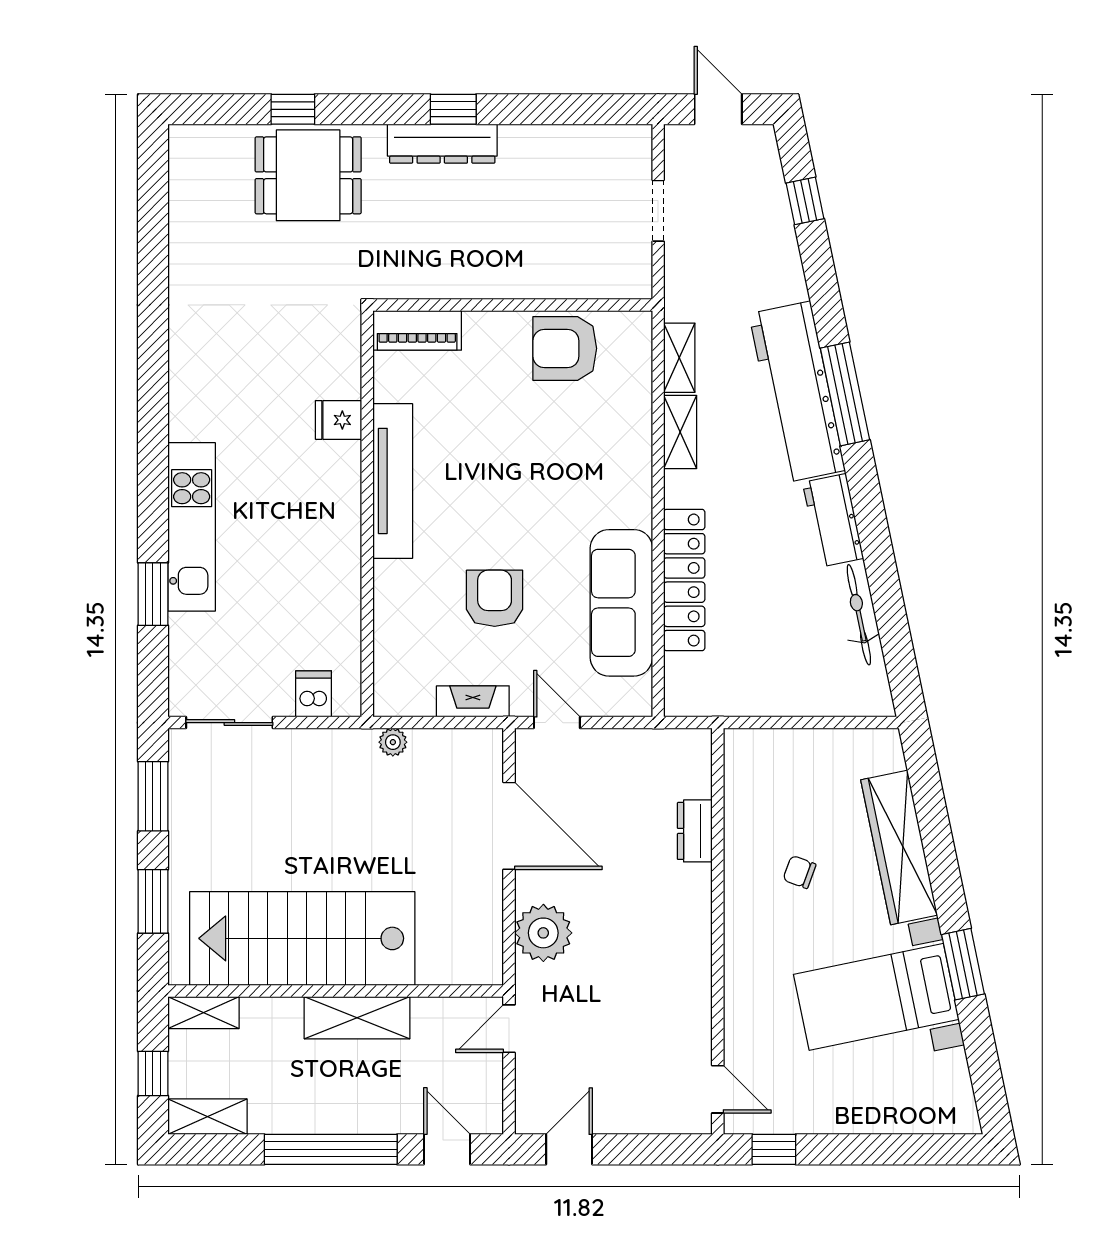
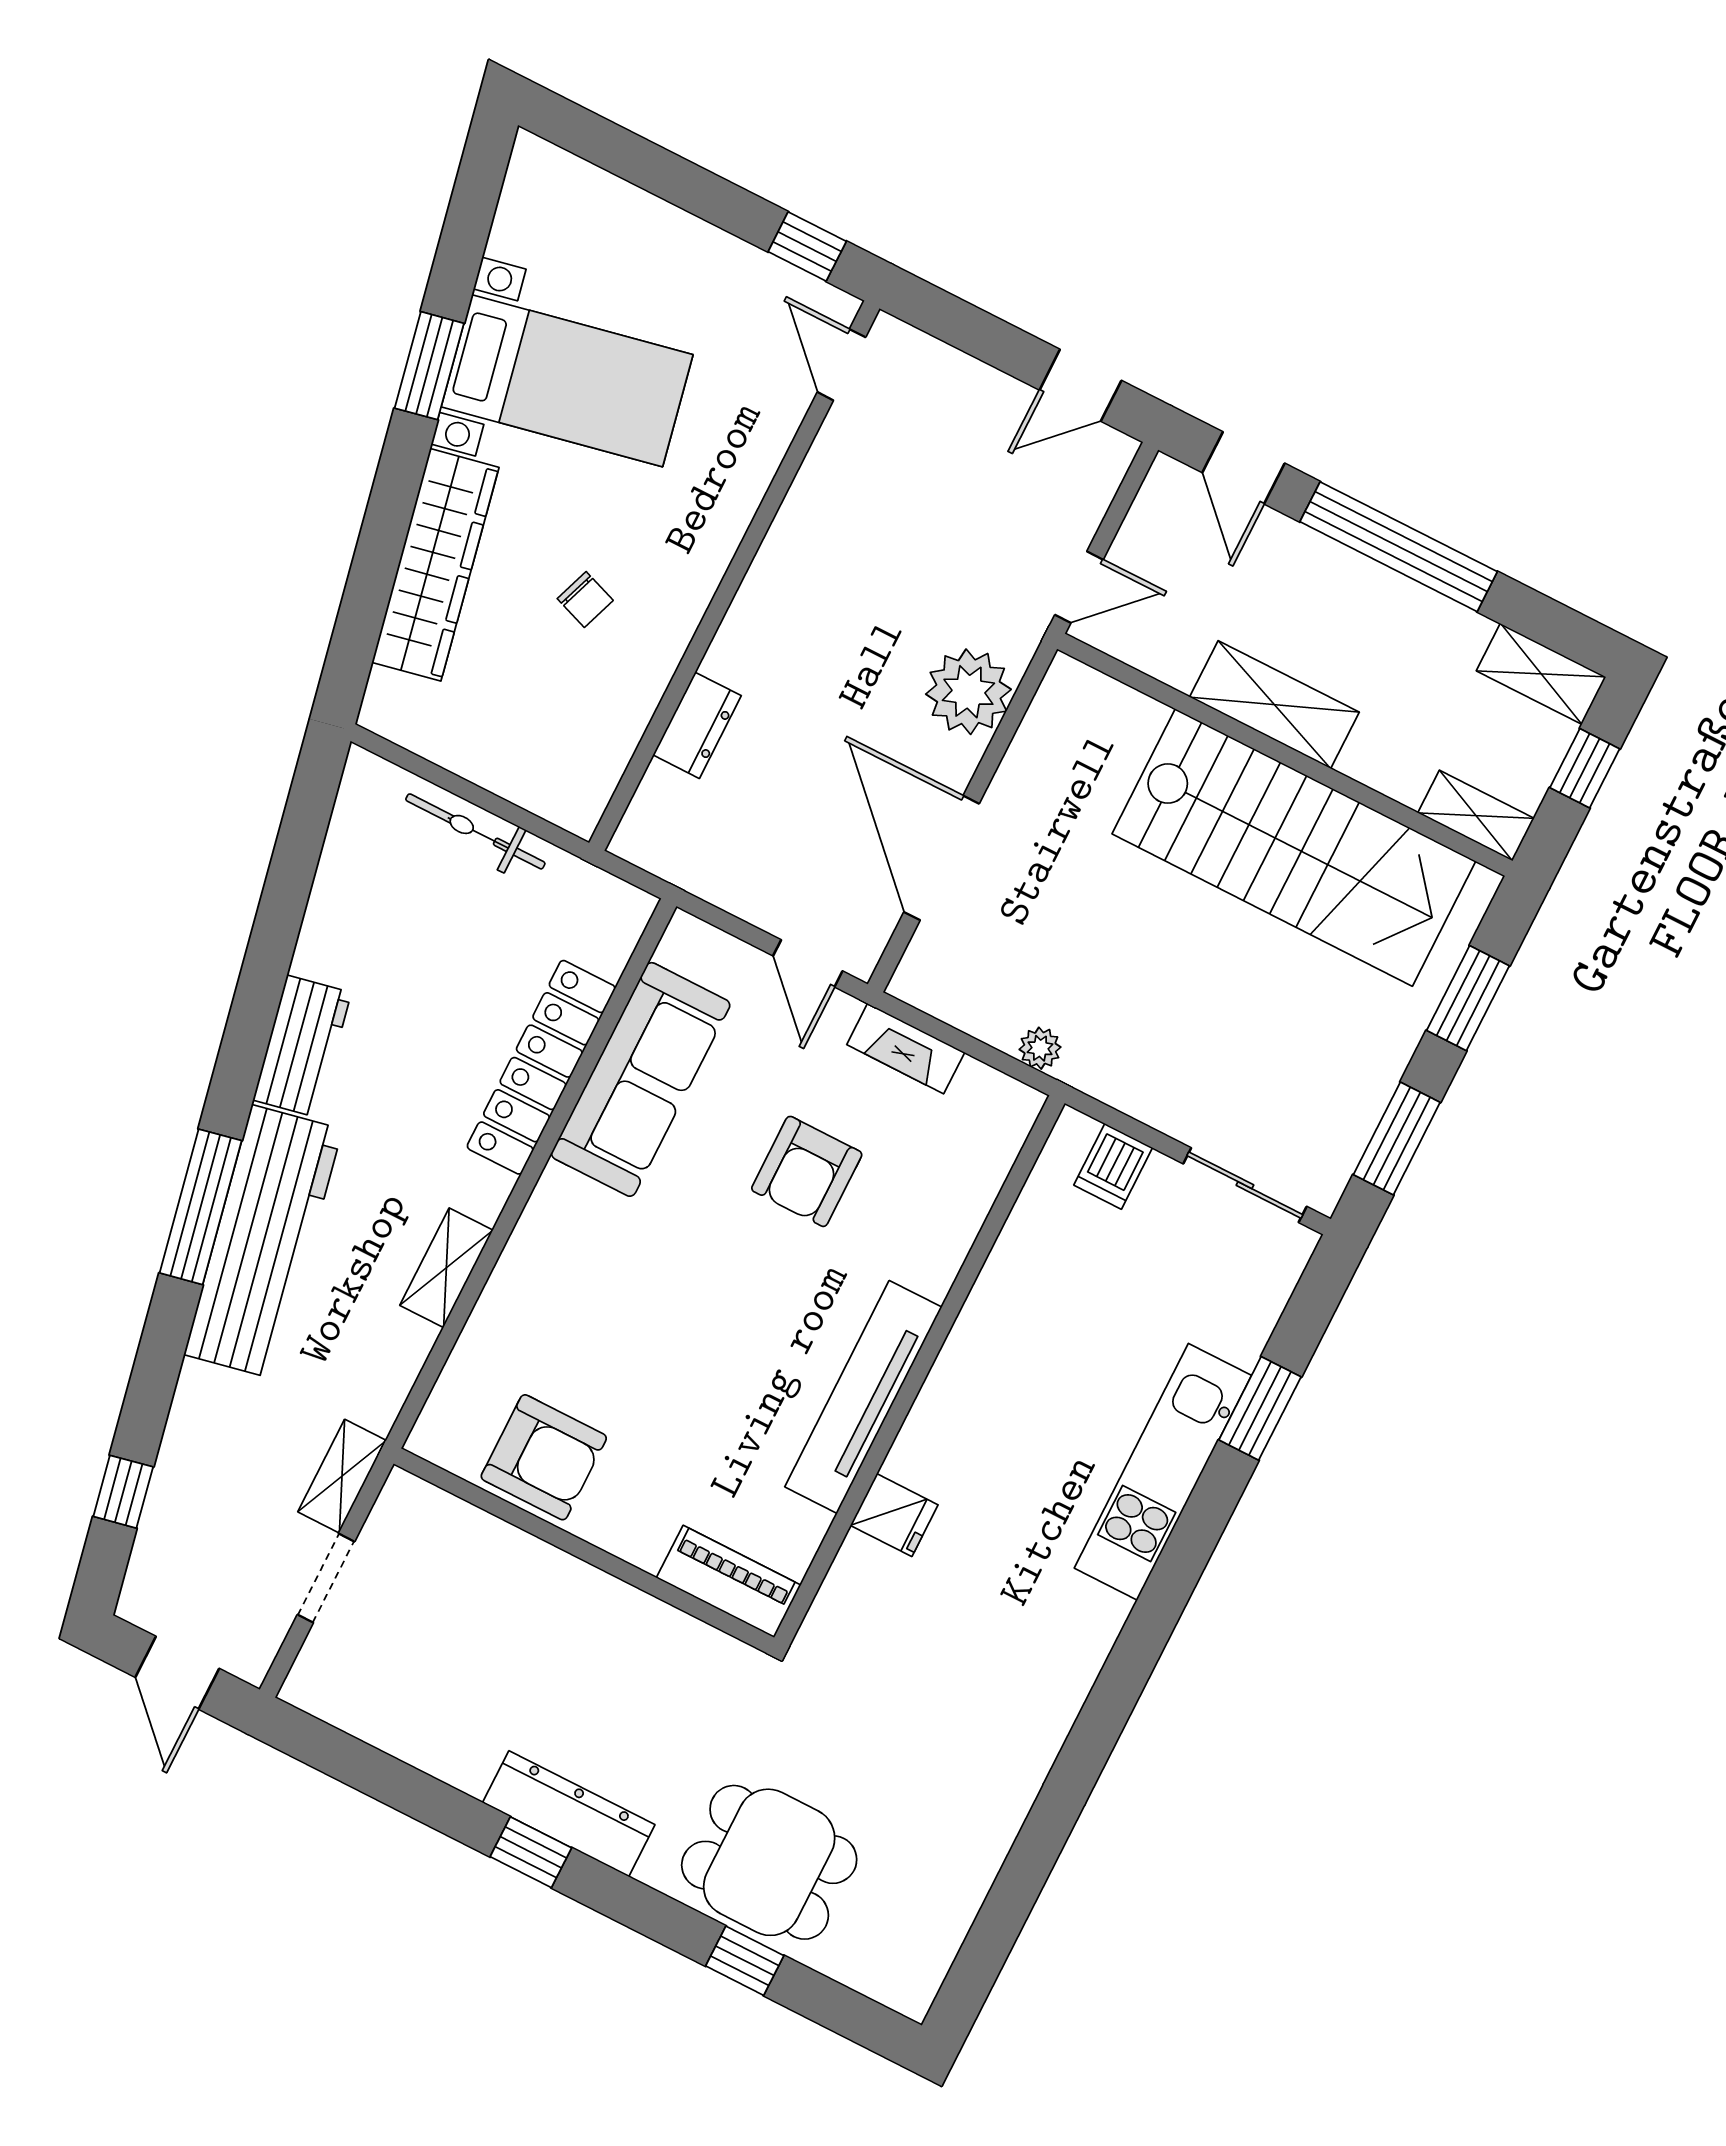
shelving: (679, 358) -> (342, 1476), moved
bicycle: (859, 615) -> (475, 831), moved, turned 102

